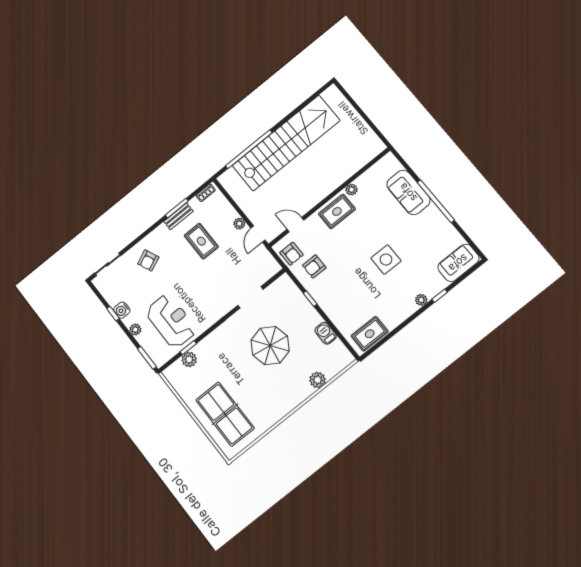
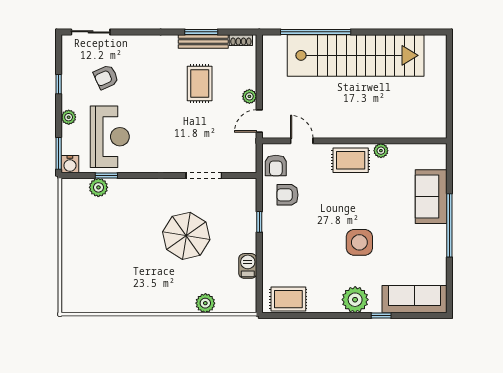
bench: (179, 216) -> (203, 41), width x1.36
armchair: (148, 260) -> (106, 77), moved
sofa: (458, 263) -> (414, 299), width x1.36
plant: (421, 300) -> (355, 300), width x1.87, depth x1.87
water cooler: (122, 310) -> (70, 164), moved, turned -90
table tennis table: (225, 414) -> (92, 266), removed

